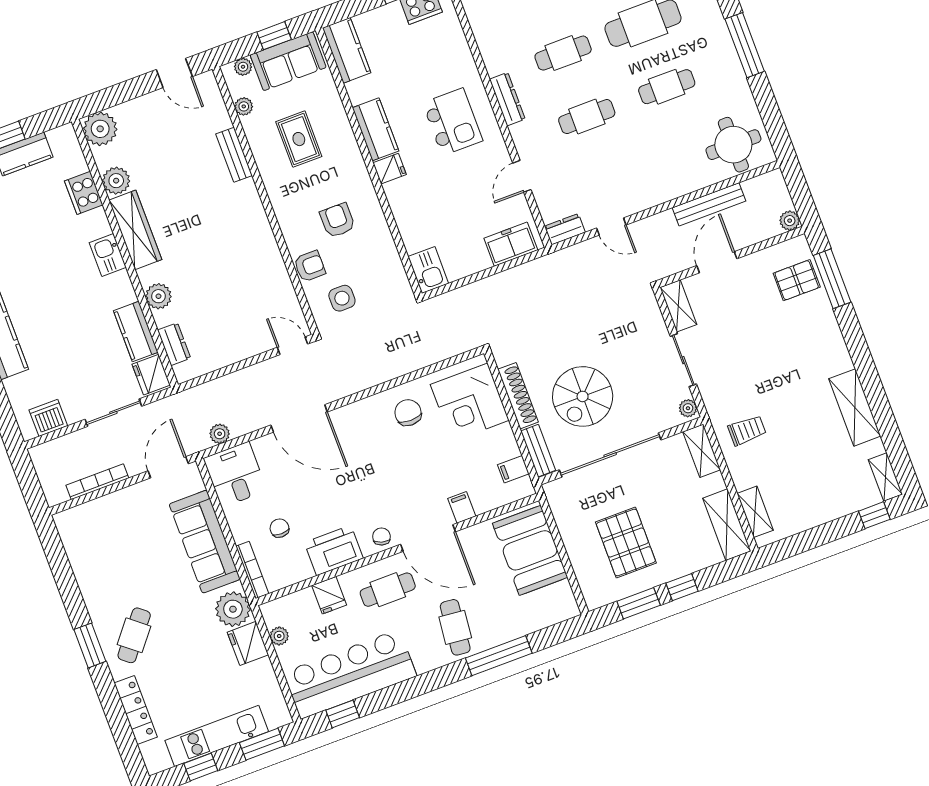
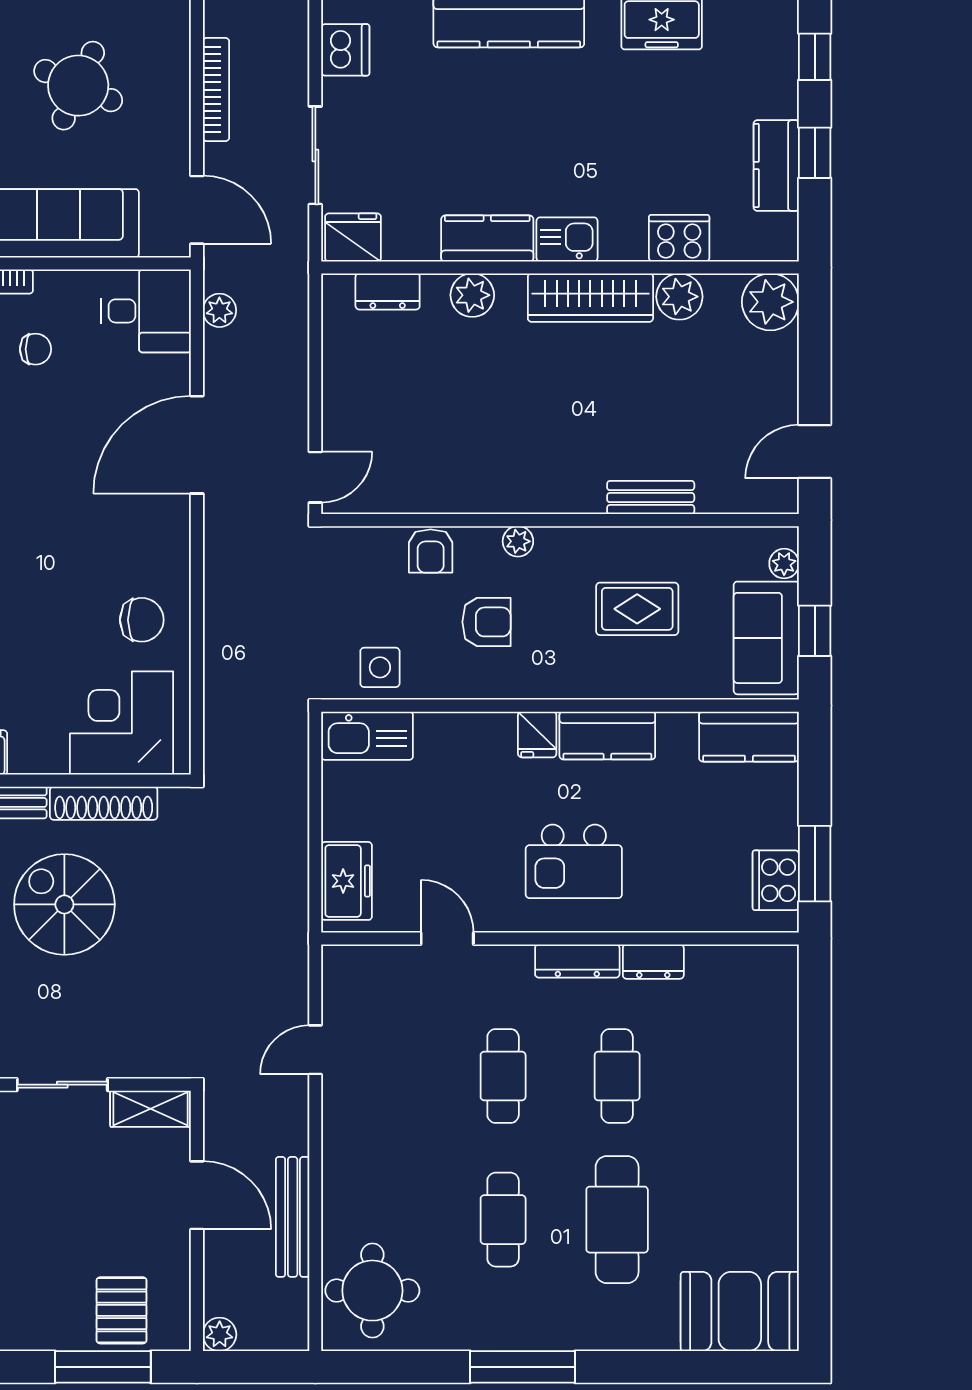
plant: (244, 106) -> (518, 541), moved
dresser: (565, 229) -> (653, 962), moved, turned 90
kitchen sink: (428, 270) -> (367, 736), width x1.38
side table: (342, 298) -> (380, 667), moved
kitchen counter: (136, 331) -> (487, 239), moved
round table: (124, 559) -> (78, 86), added

